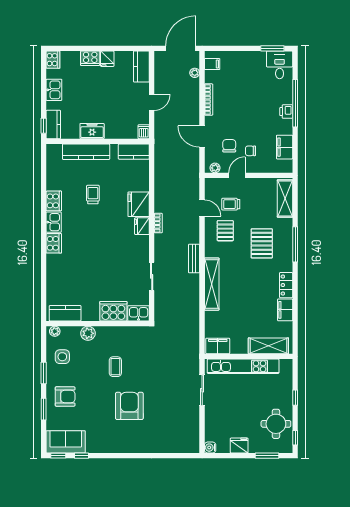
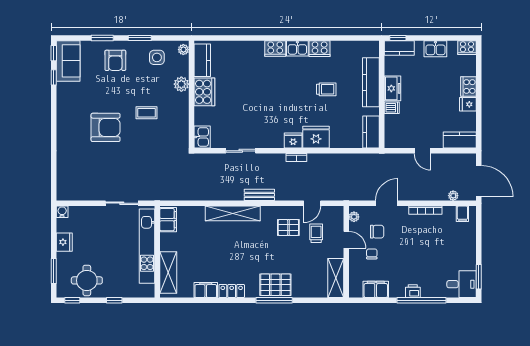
dishwasher: (144, 132) -> (392, 108), moved
shelving: (285, 198) -> (336, 278), moved, turned 90
pallet: (262, 243) -> (275, 285), moved
cooker: (113, 311) -> (204, 92), moved

